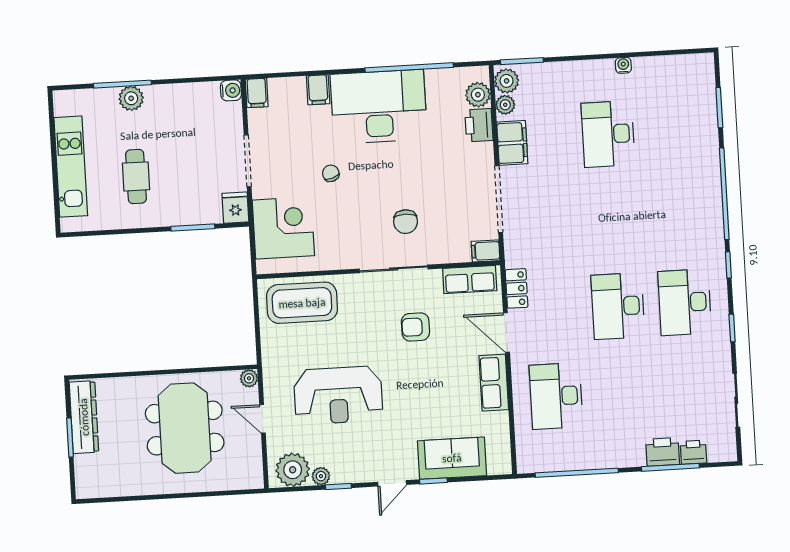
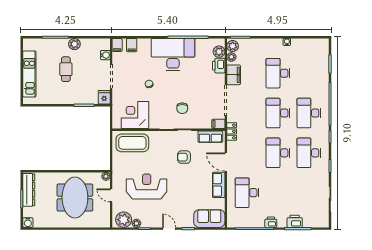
water cooler: (231, 90) -> (105, 55), moved
filing cabinet: (318, 90) -> (132, 45), moved
plant: (131, 98) -> (74, 44), moved
cafe table: (136, 176) -> (66, 69), moved
desk: (680, 216) -> (309, 113), added
desk: (613, 220) -> (278, 113), added
corner desk: (283, 228) -> (135, 115), moved, turned -90
locker: (517, 288) -> (232, 131), moved
reception desk: (338, 395) -> (147, 187), turned 180
printer: (693, 452) -> (271, 222), moved
sofa: (452, 458) -> (209, 219), moved
door: (392, 483) -> (169, 229), swing flipped
water cooler: (86, 488) -> (28, 223), added

